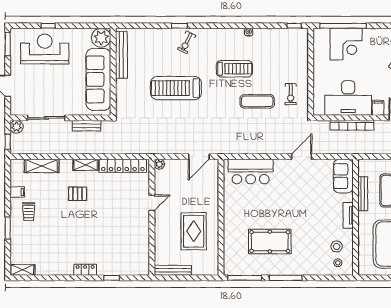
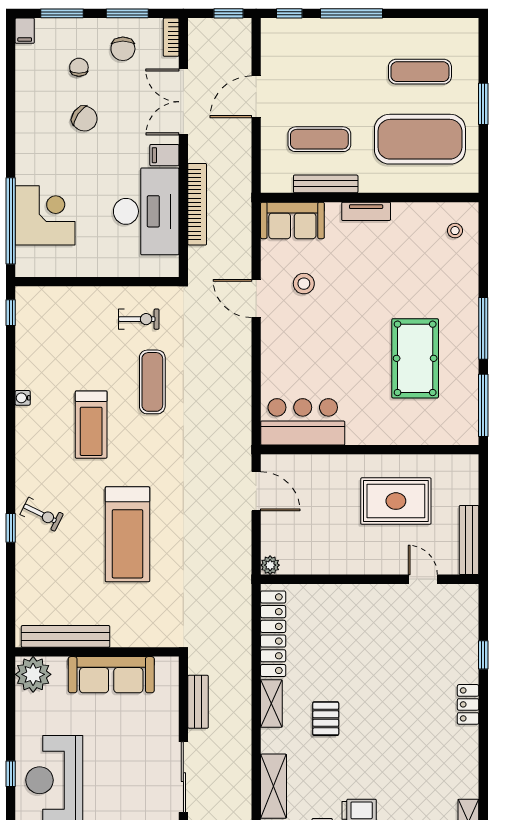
treadmill: (234, 69) -> (91, 425), turned 180
sofa: (98, 79) -> (111, 675), width x0.74, depth x0.79
bar counter: (251, 172) -> (303, 422), moved, turned -90
door: (152, 203) -> (423, 579), moved
stool: (337, 246) -> (304, 284), moved

